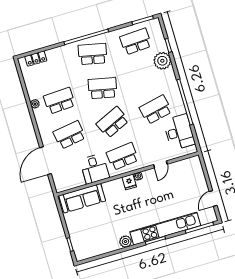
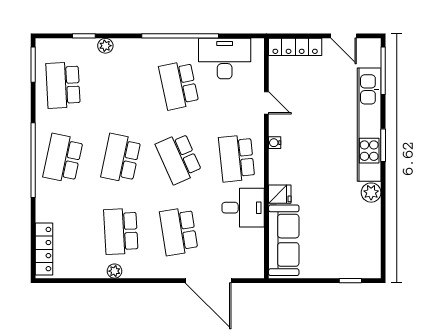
locker: (36, 59) -> (44, 249), width x1.53
plant: (162, 61) -> (105, 46), width x0.53, depth x0.53
locker: (198, 172) -> (295, 47), added
fridge: (129, 182) -> (280, 194), moved

